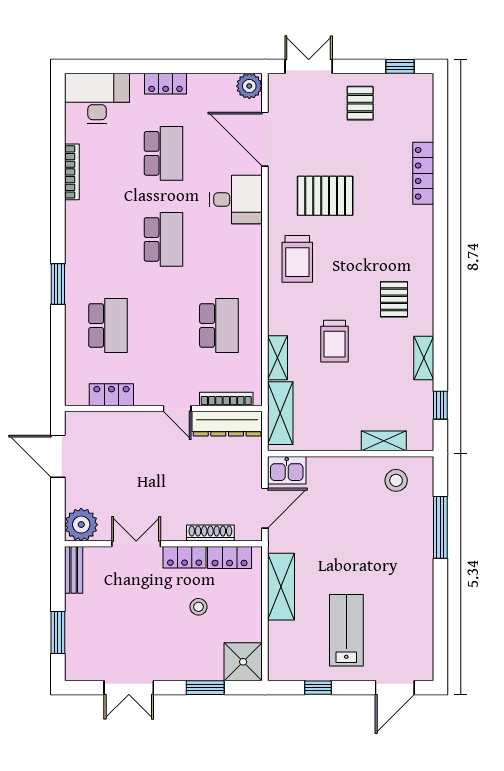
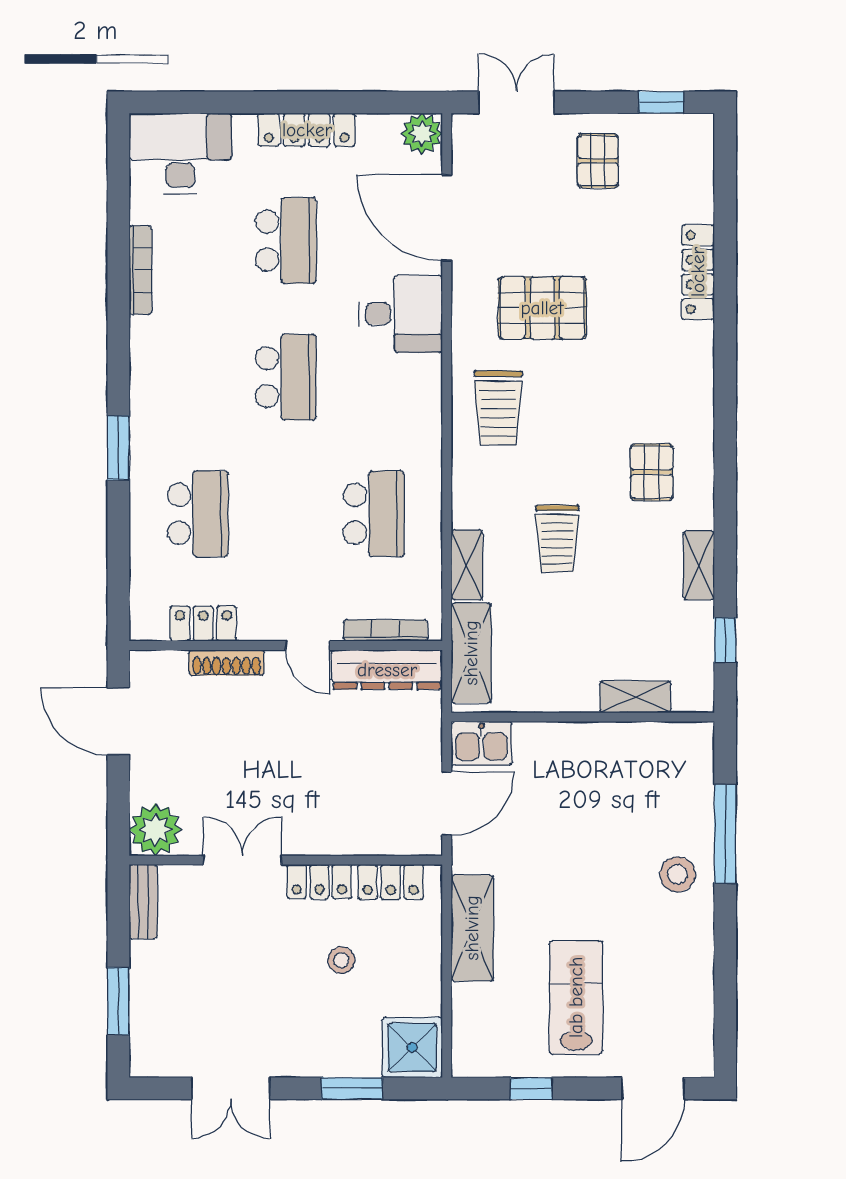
locker: (166, 84) -> (307, 130), width x1.53
stool: (396, 480) -> (678, 874), moved
shoe rack: (210, 533) -> (226, 663), moved, turned 180

